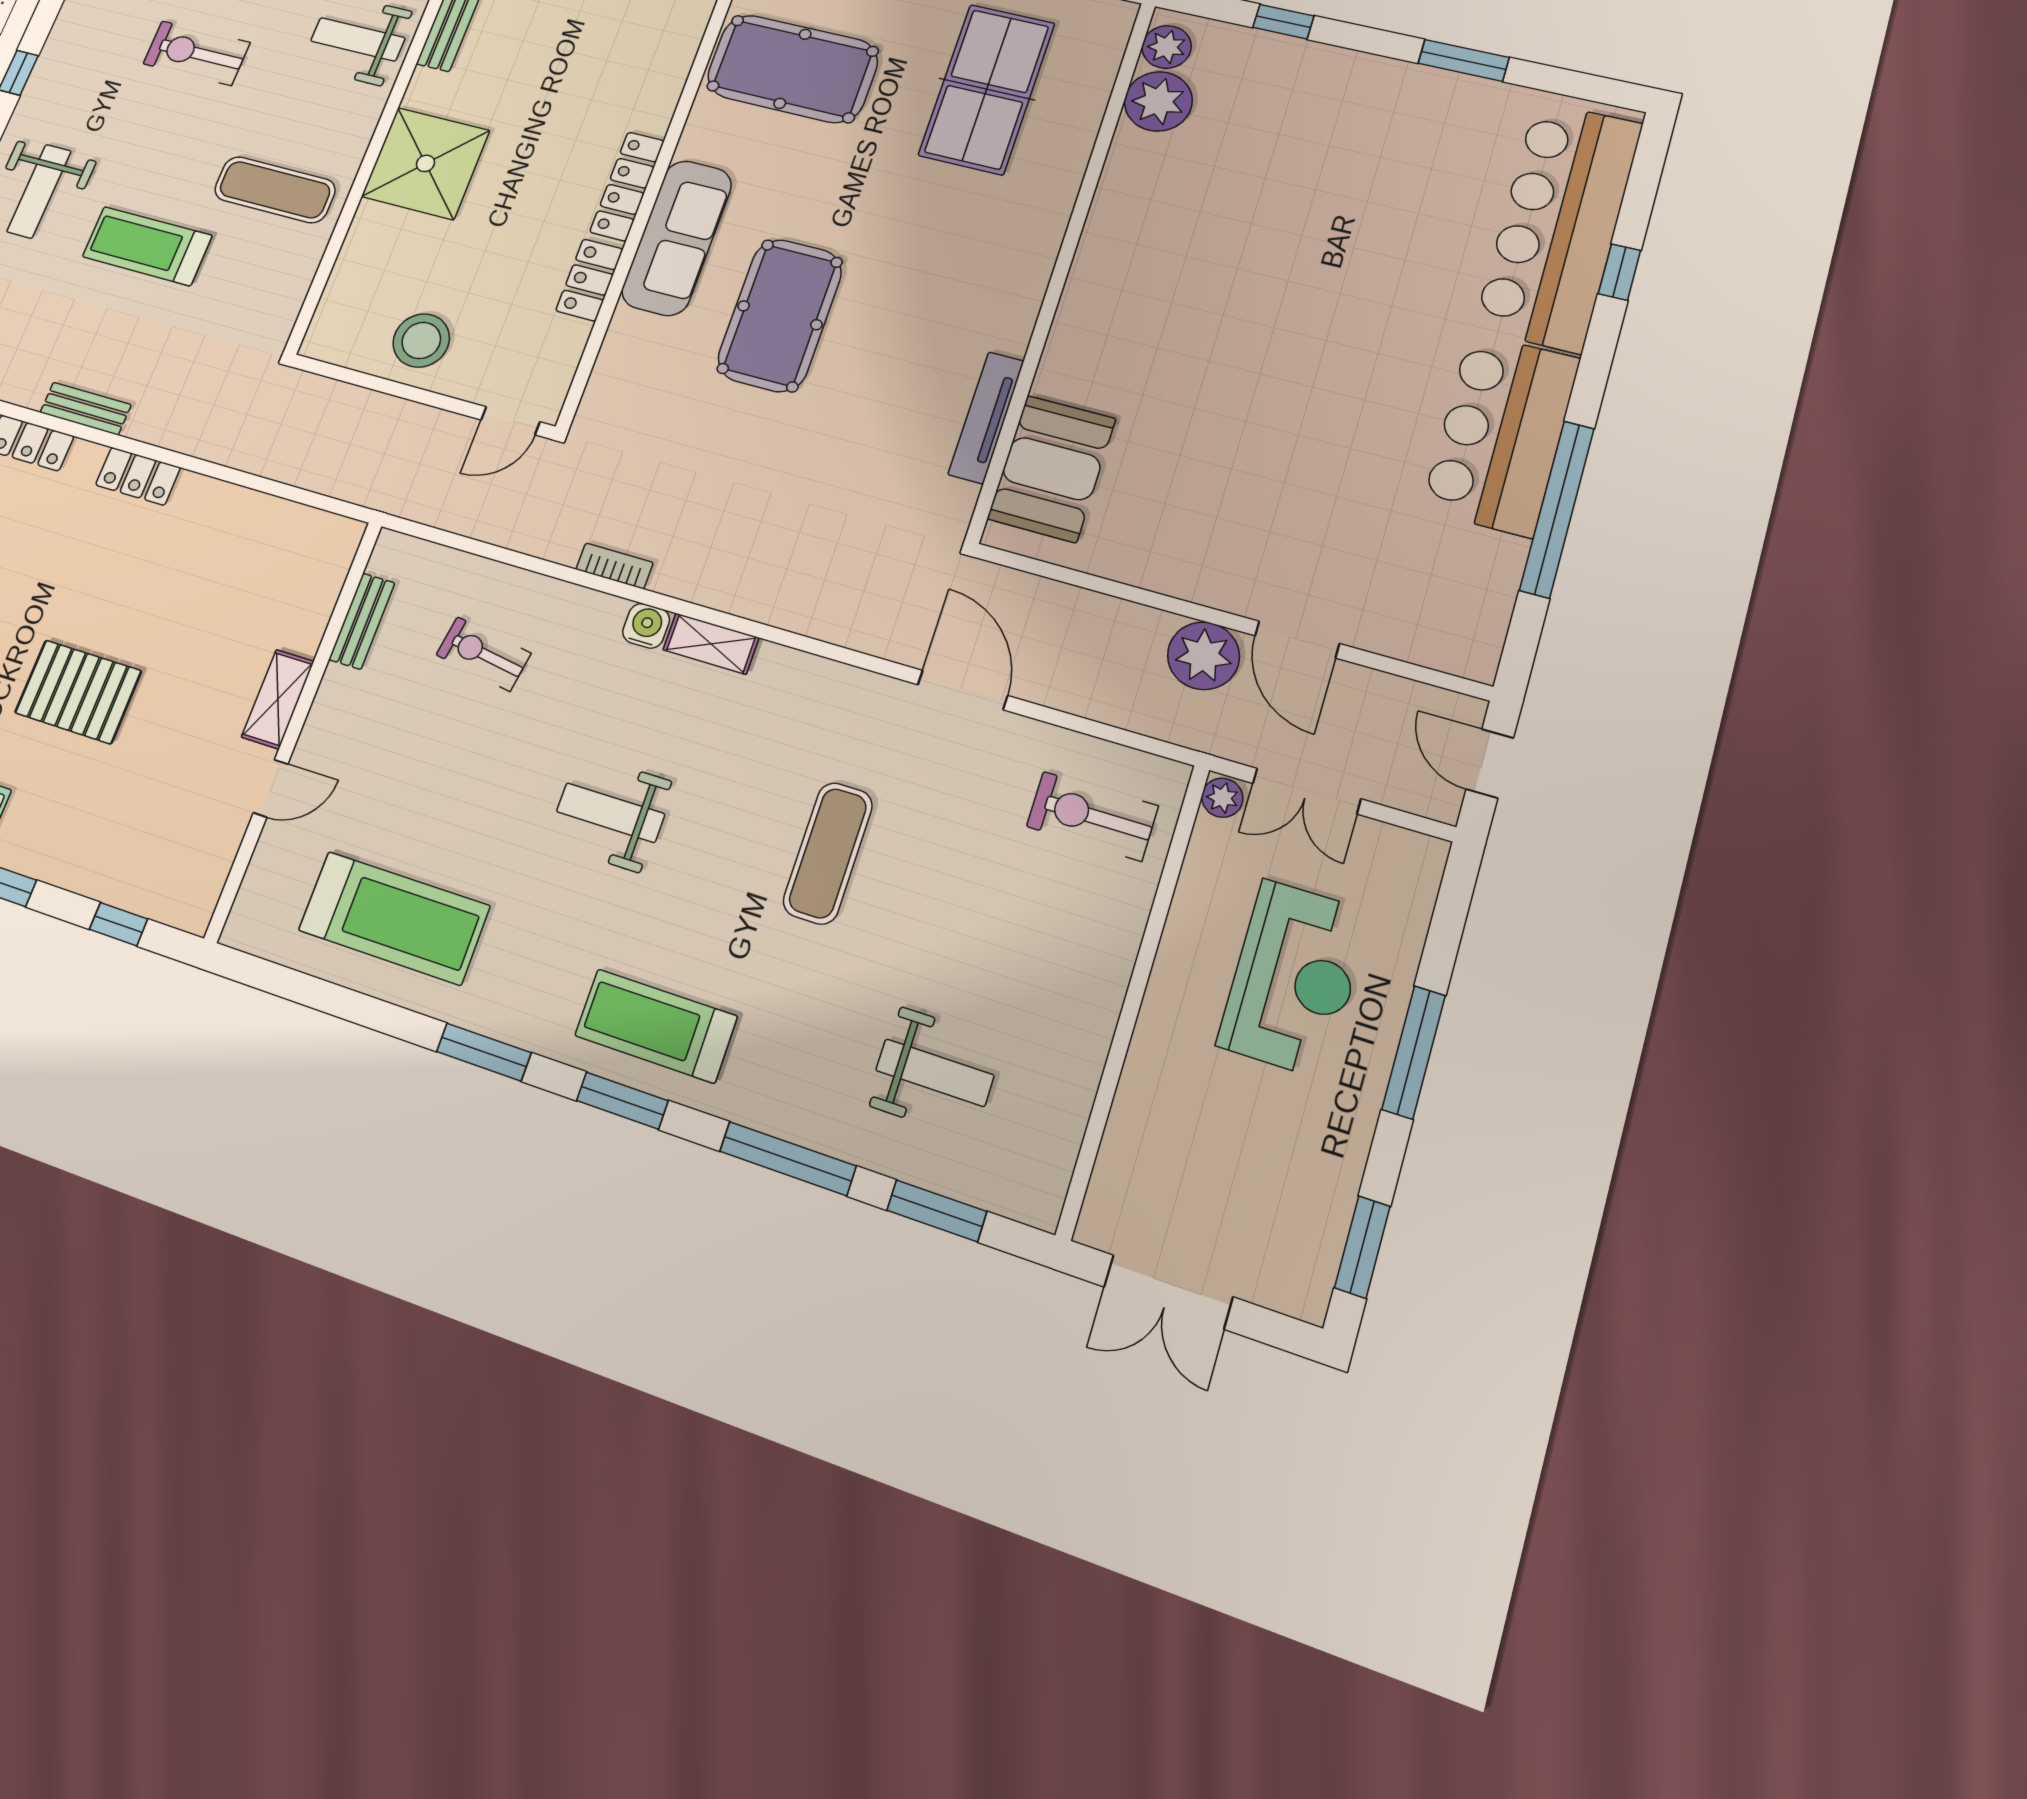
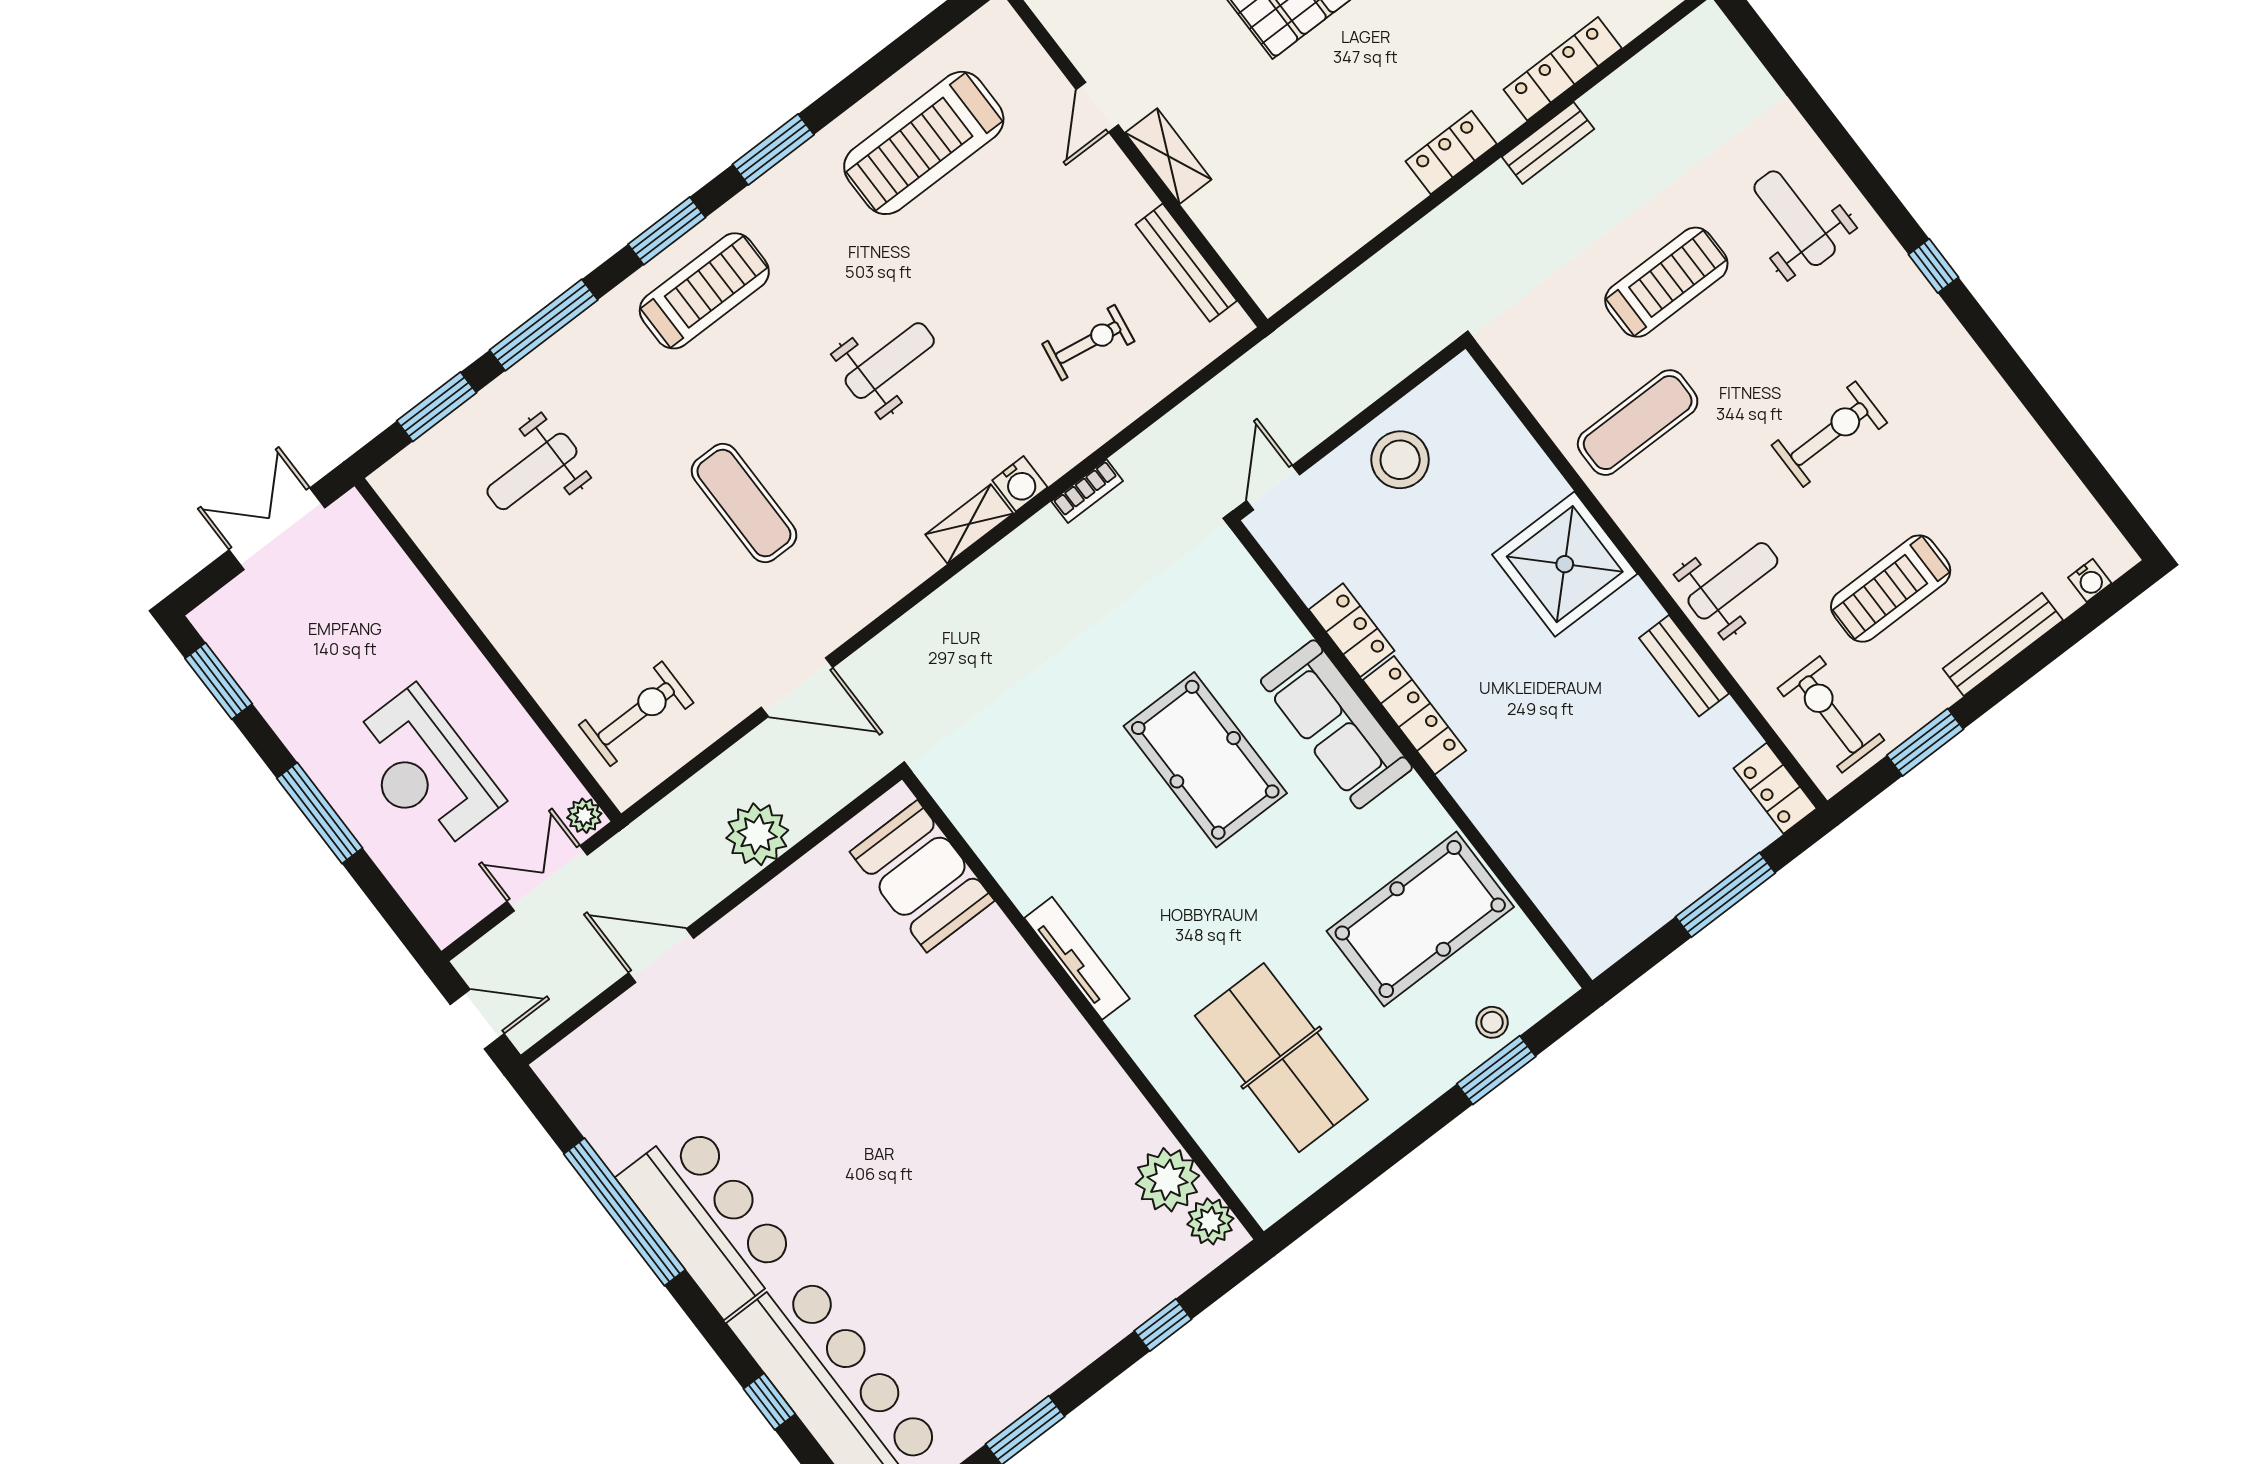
tv unit: (986, 418) -> (1077, 958), moved
bench: (362, 621) -> (1186, 263), width x1.36
plant: (1203, 656) -> (757, 834), moved

